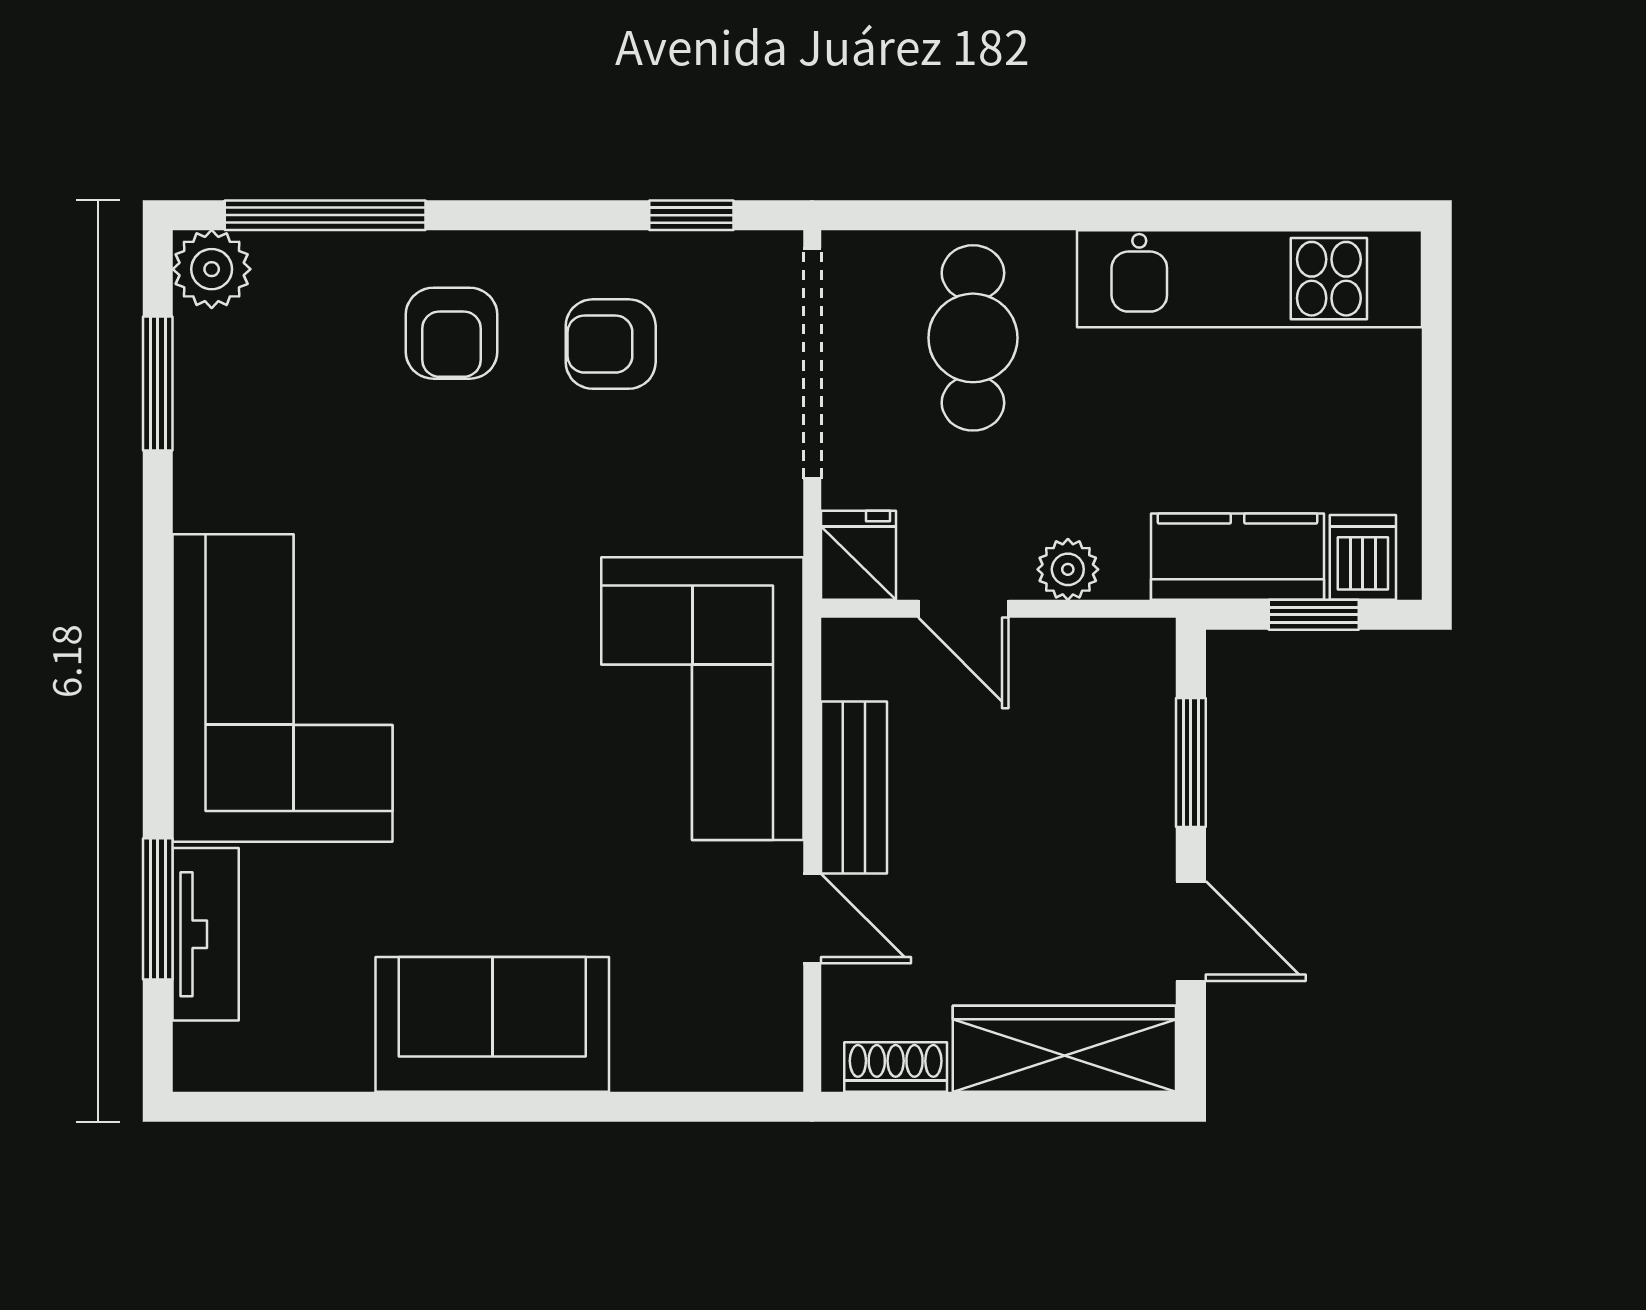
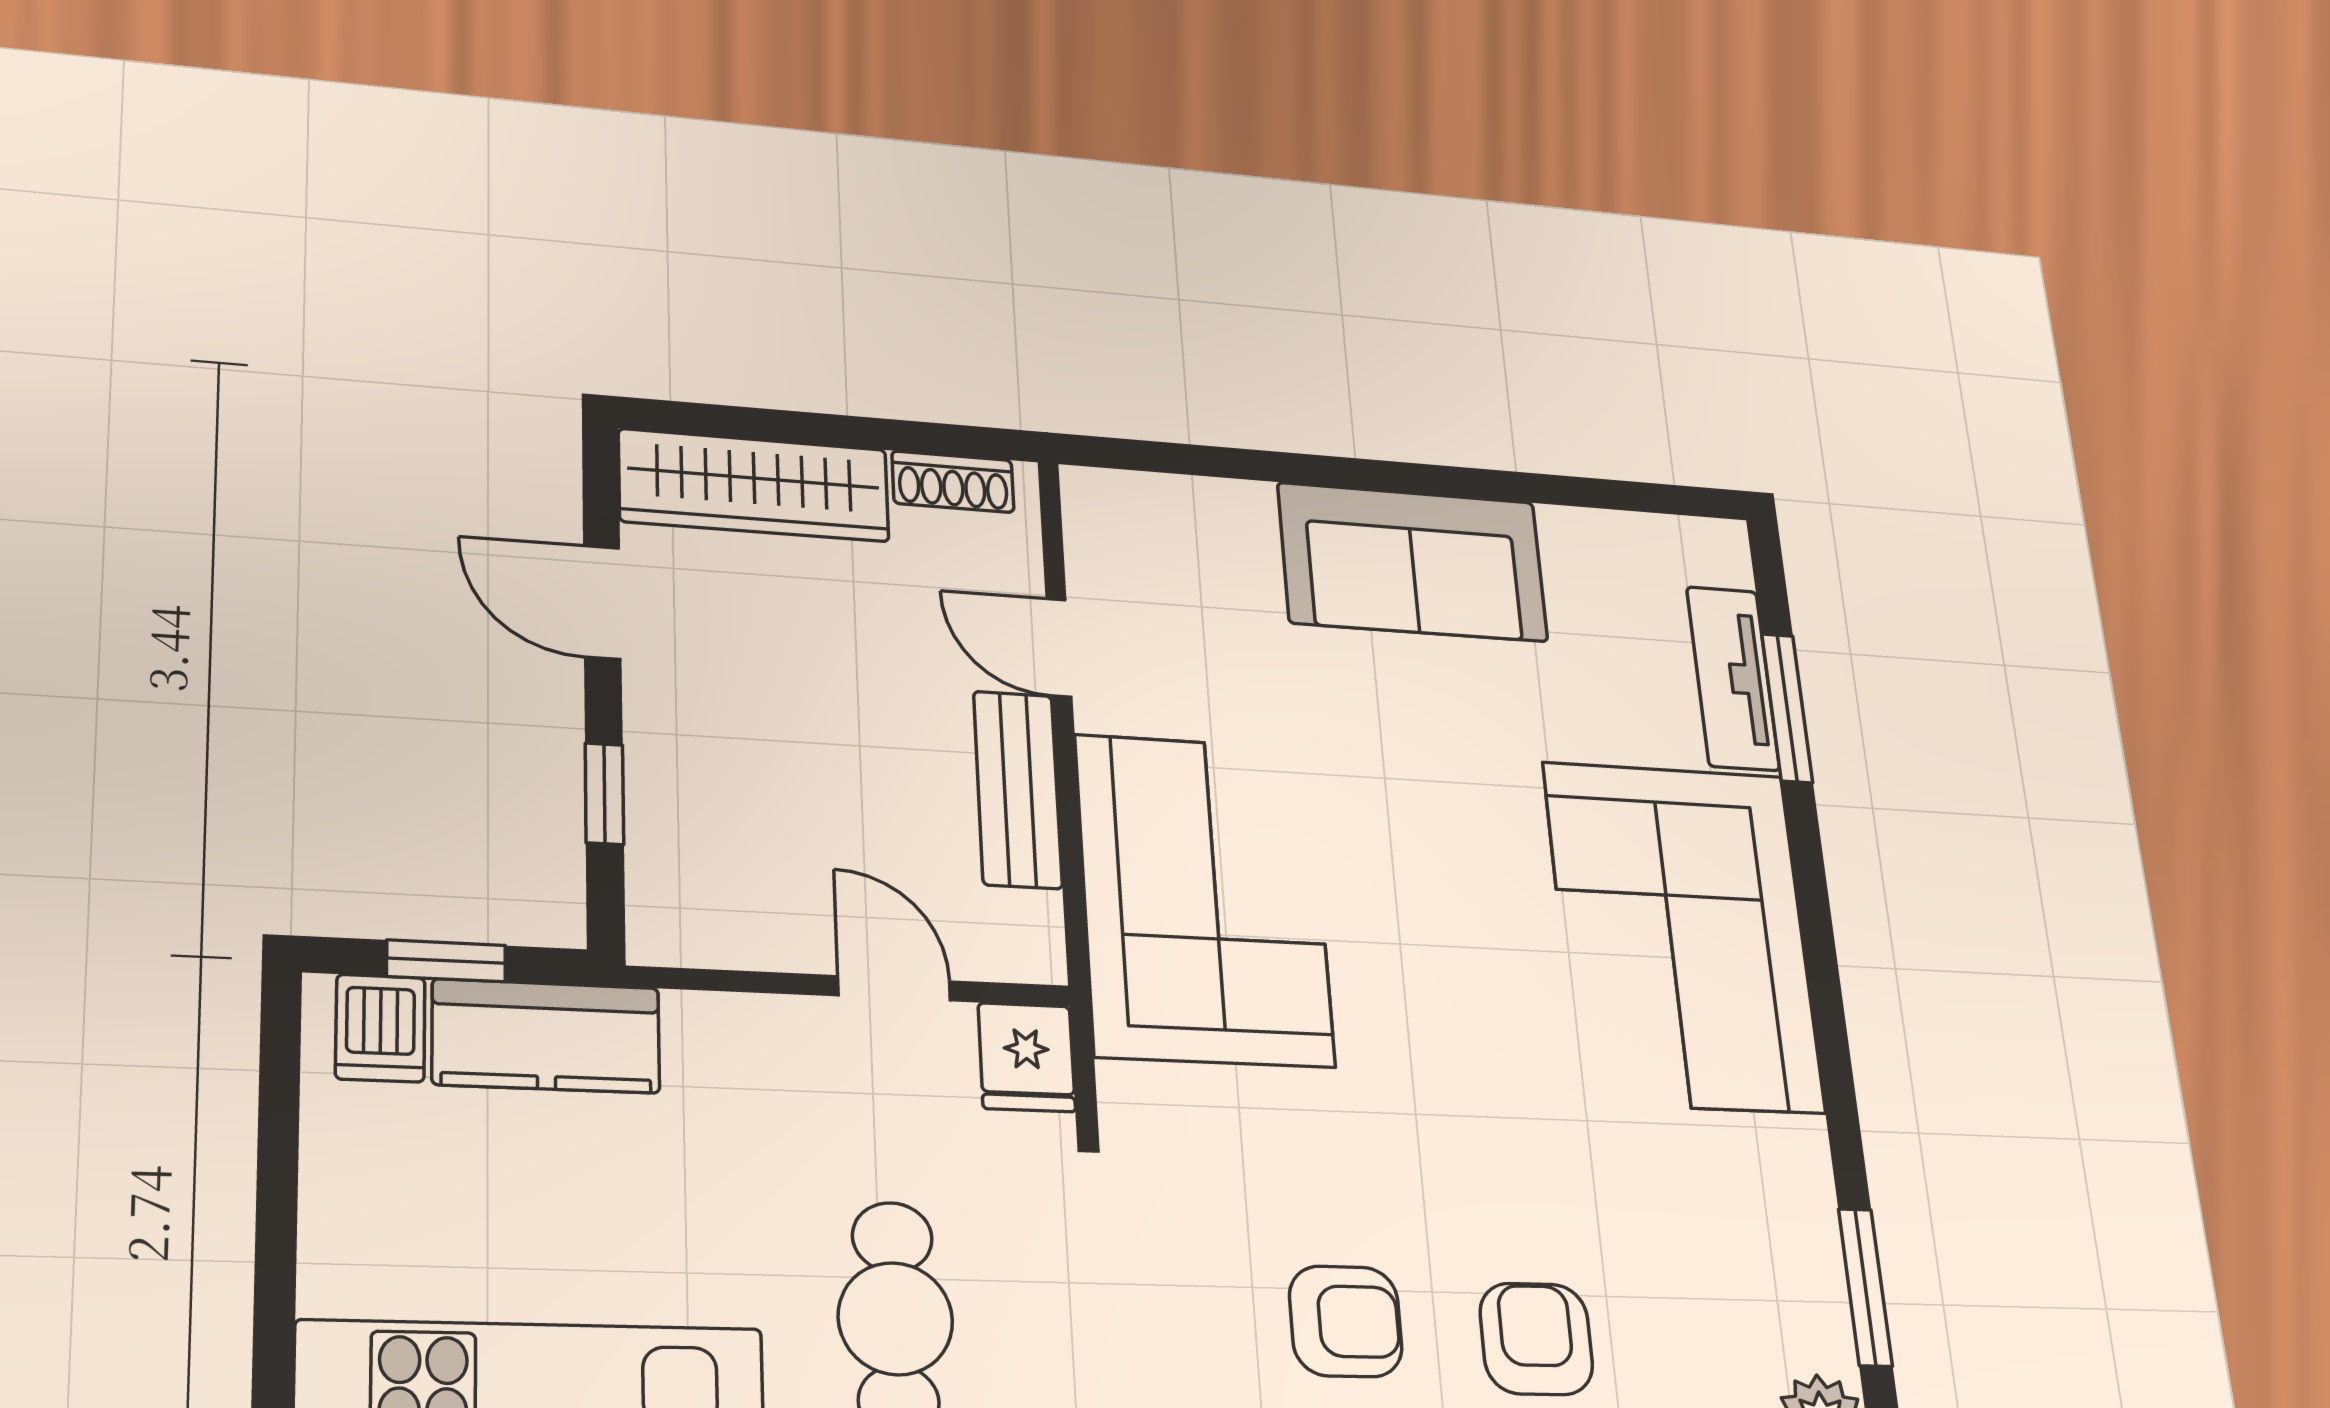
plant: (1068, 569) -> (765, 1030), removed
window: (1191, 763) -> (604, 794), width x0.67

